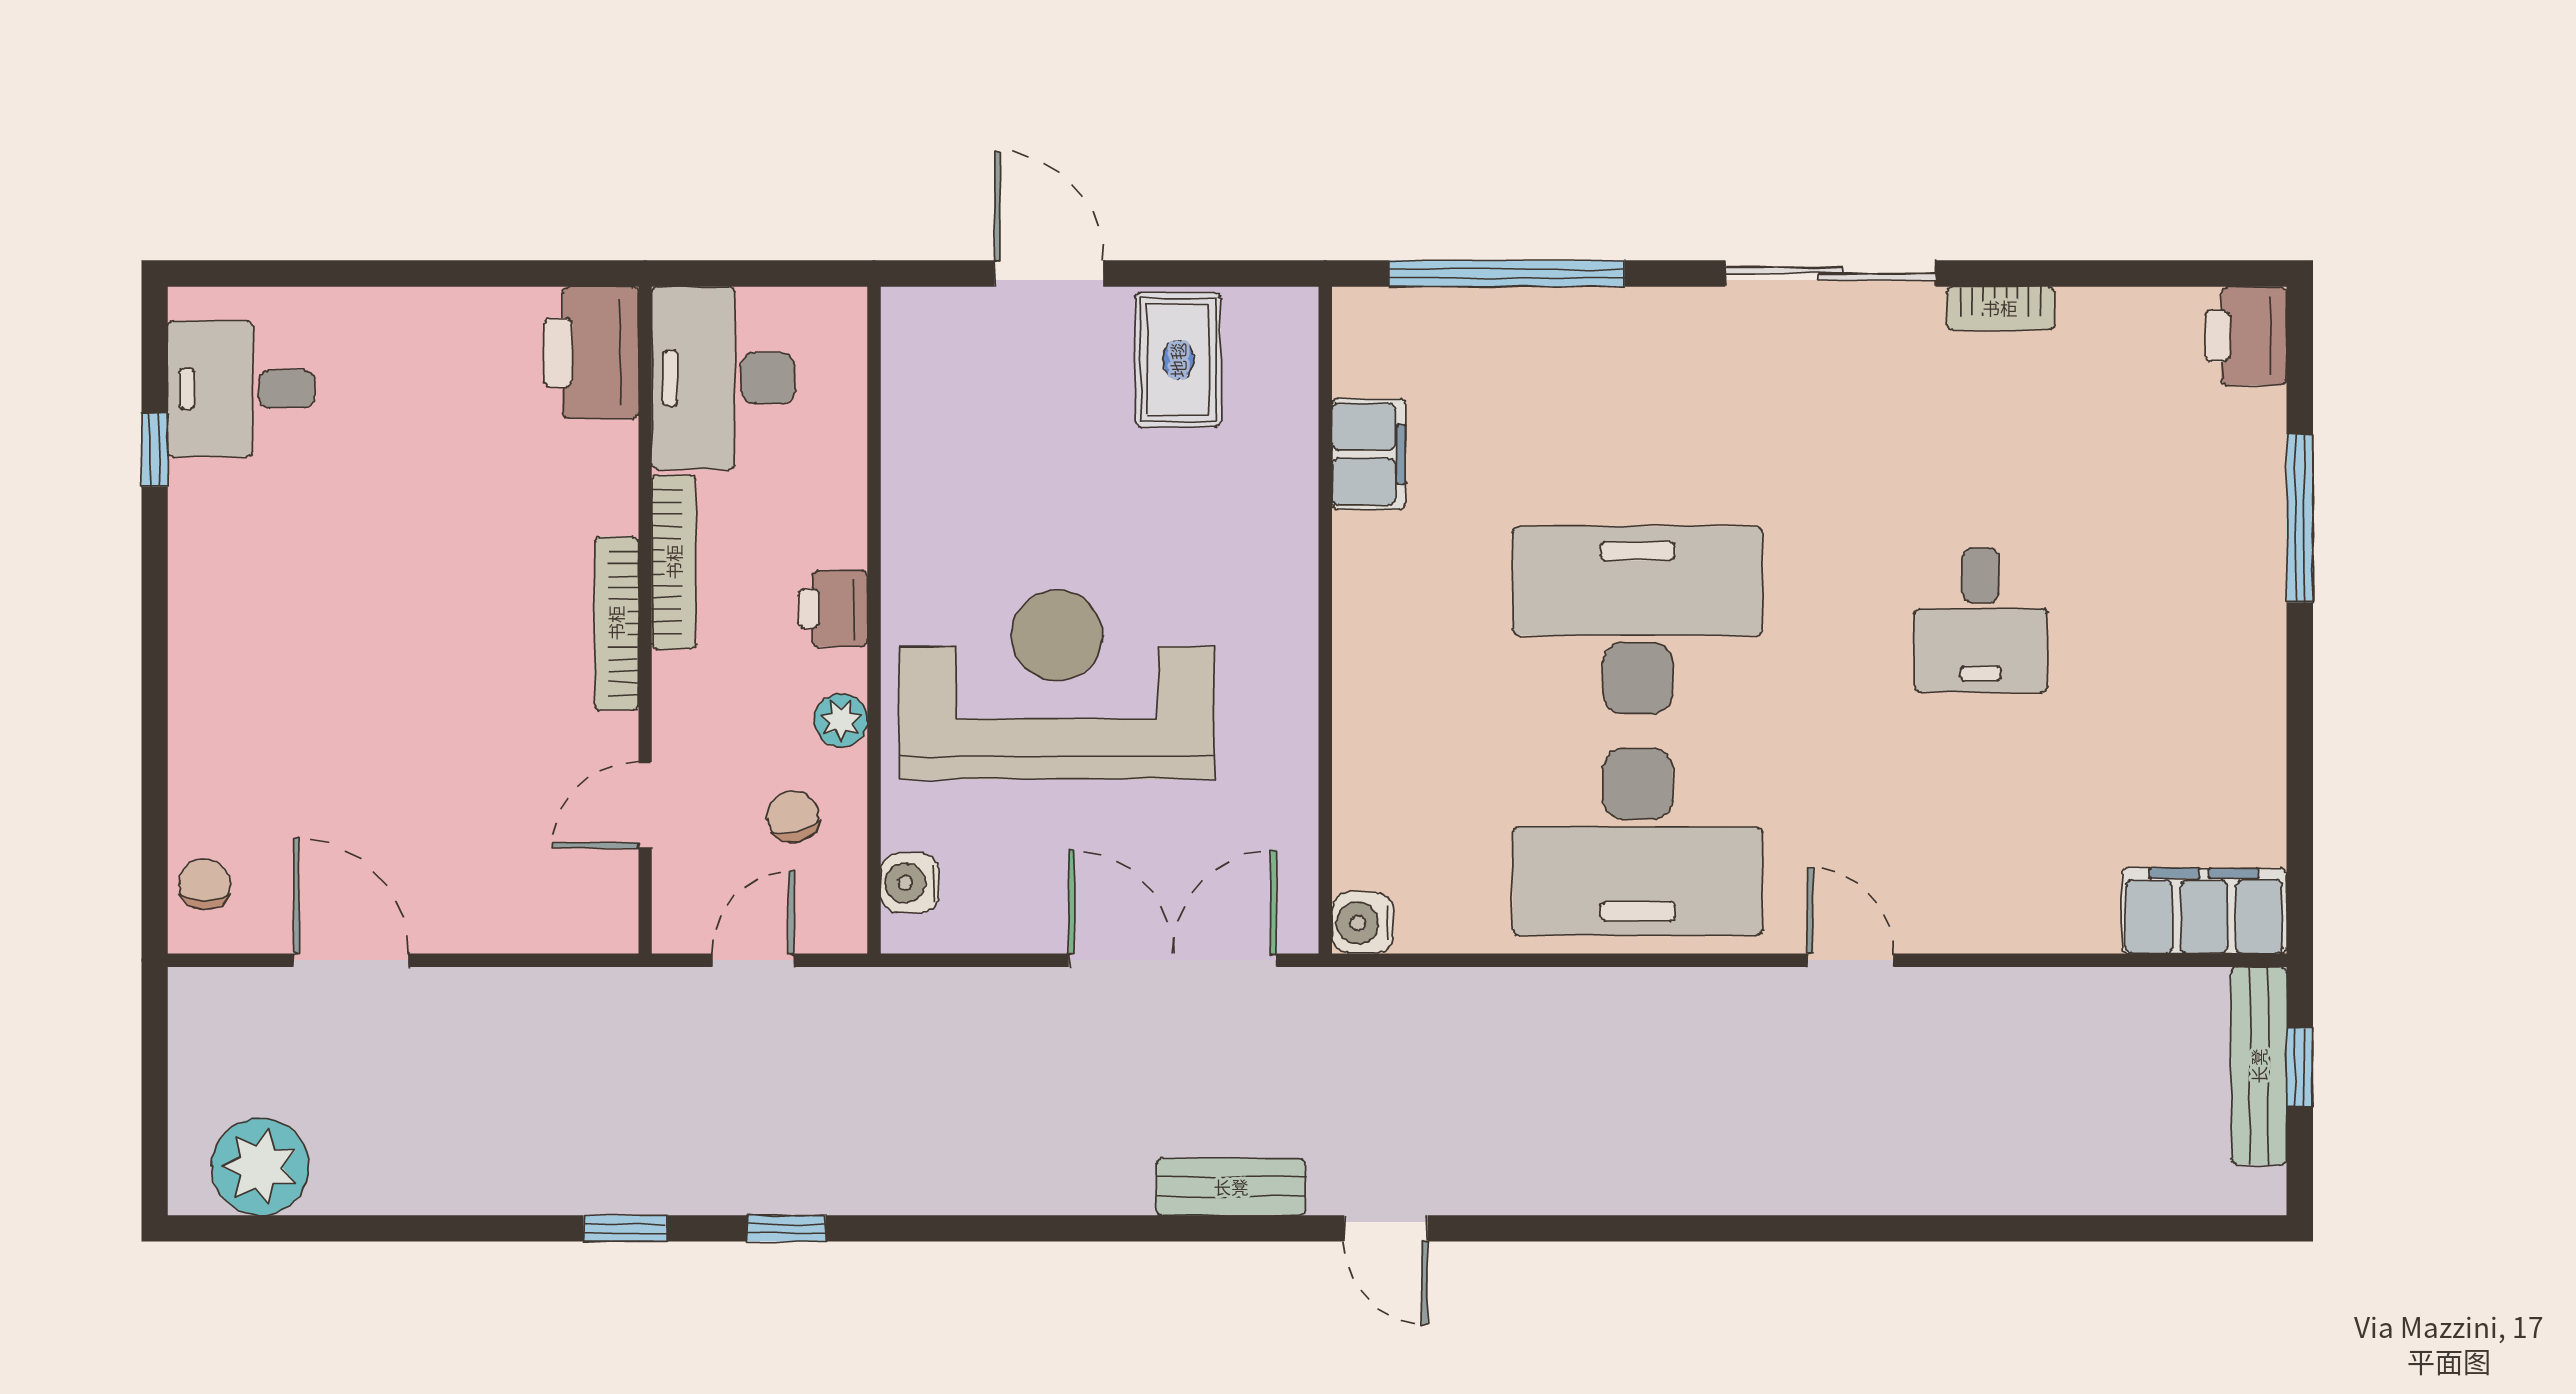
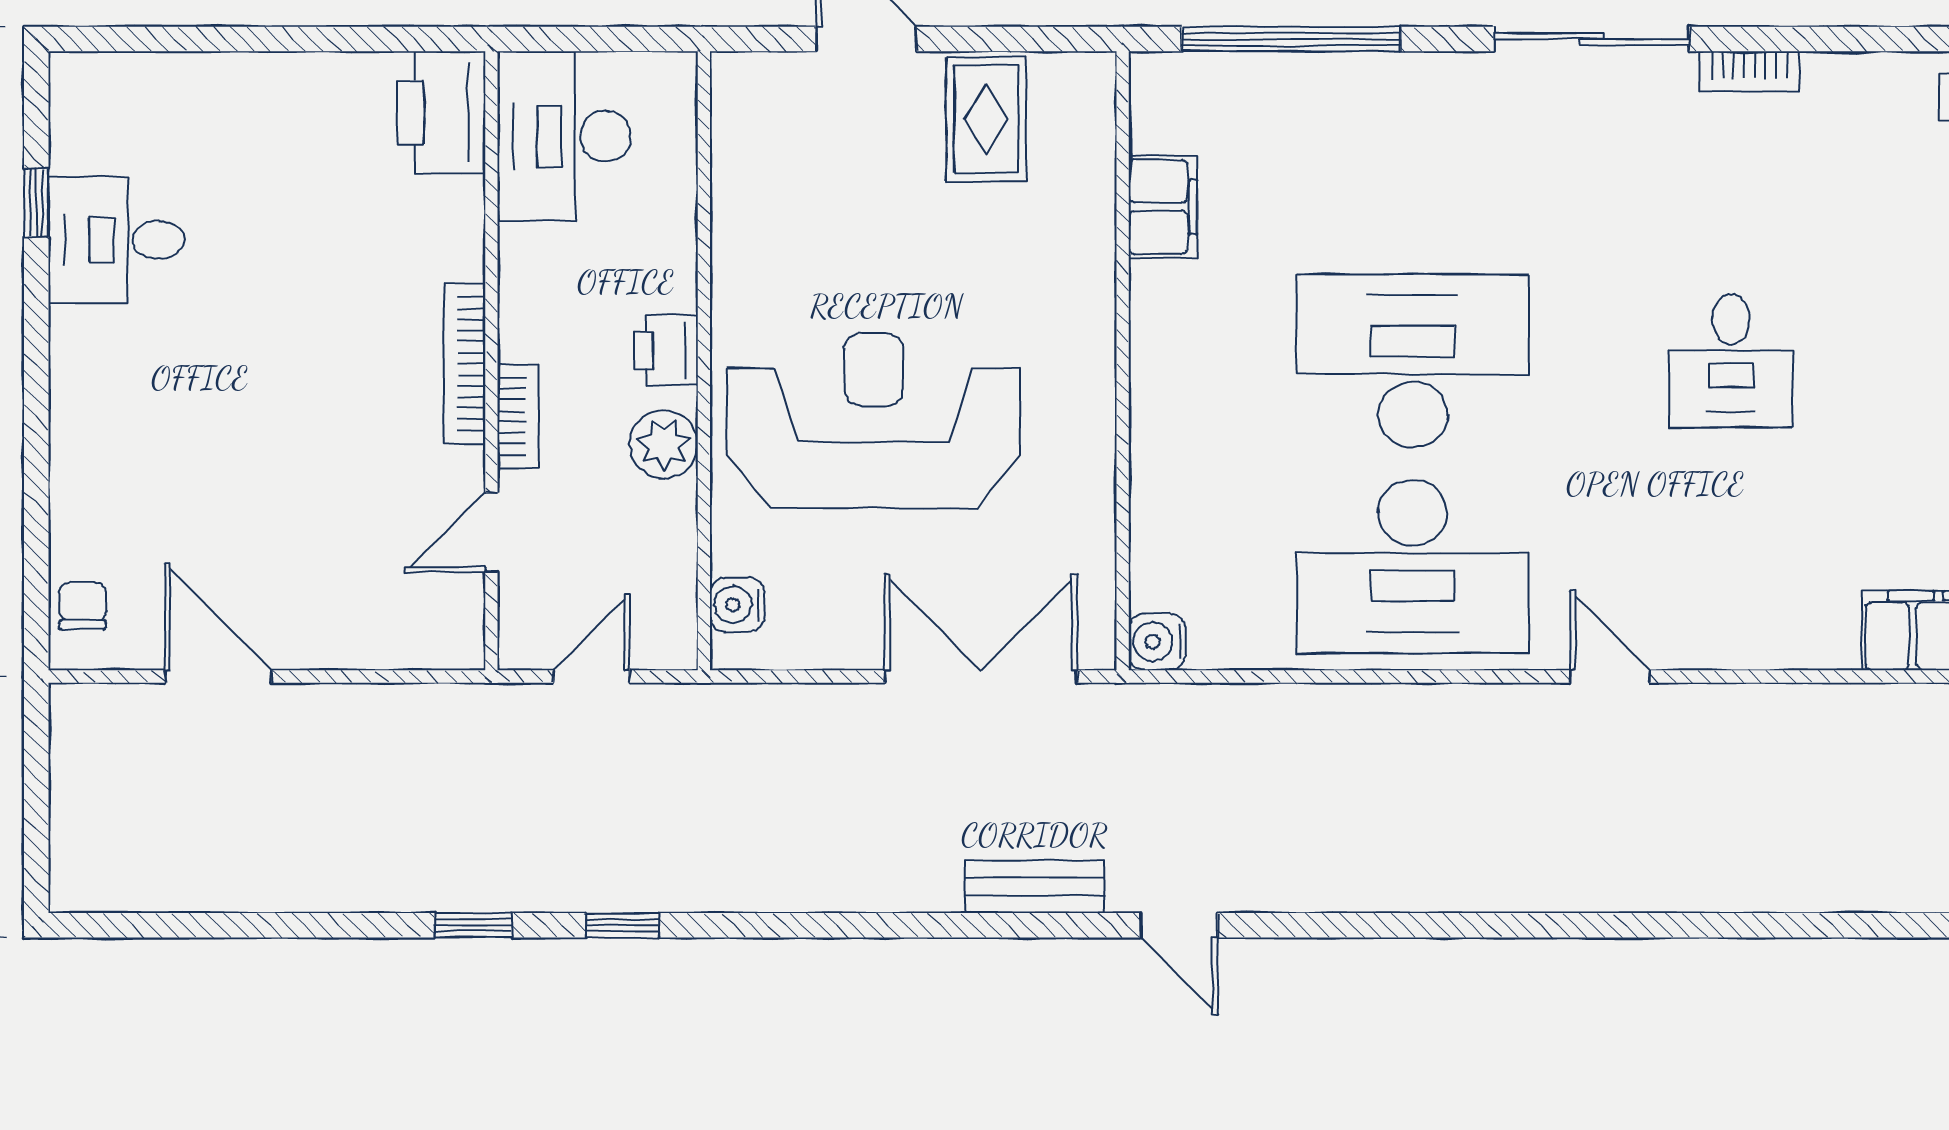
desk: (241, 389) -> (116, 240), moved
bookcase: (674, 562) -> (518, 416), moved, width x0.64
plant: (841, 720) -> (664, 445), width x1.38, depth x1.38
chair: (793, 816) -> (629, 543), removed
plant: (260, 1167) -> (134, 868), removed

